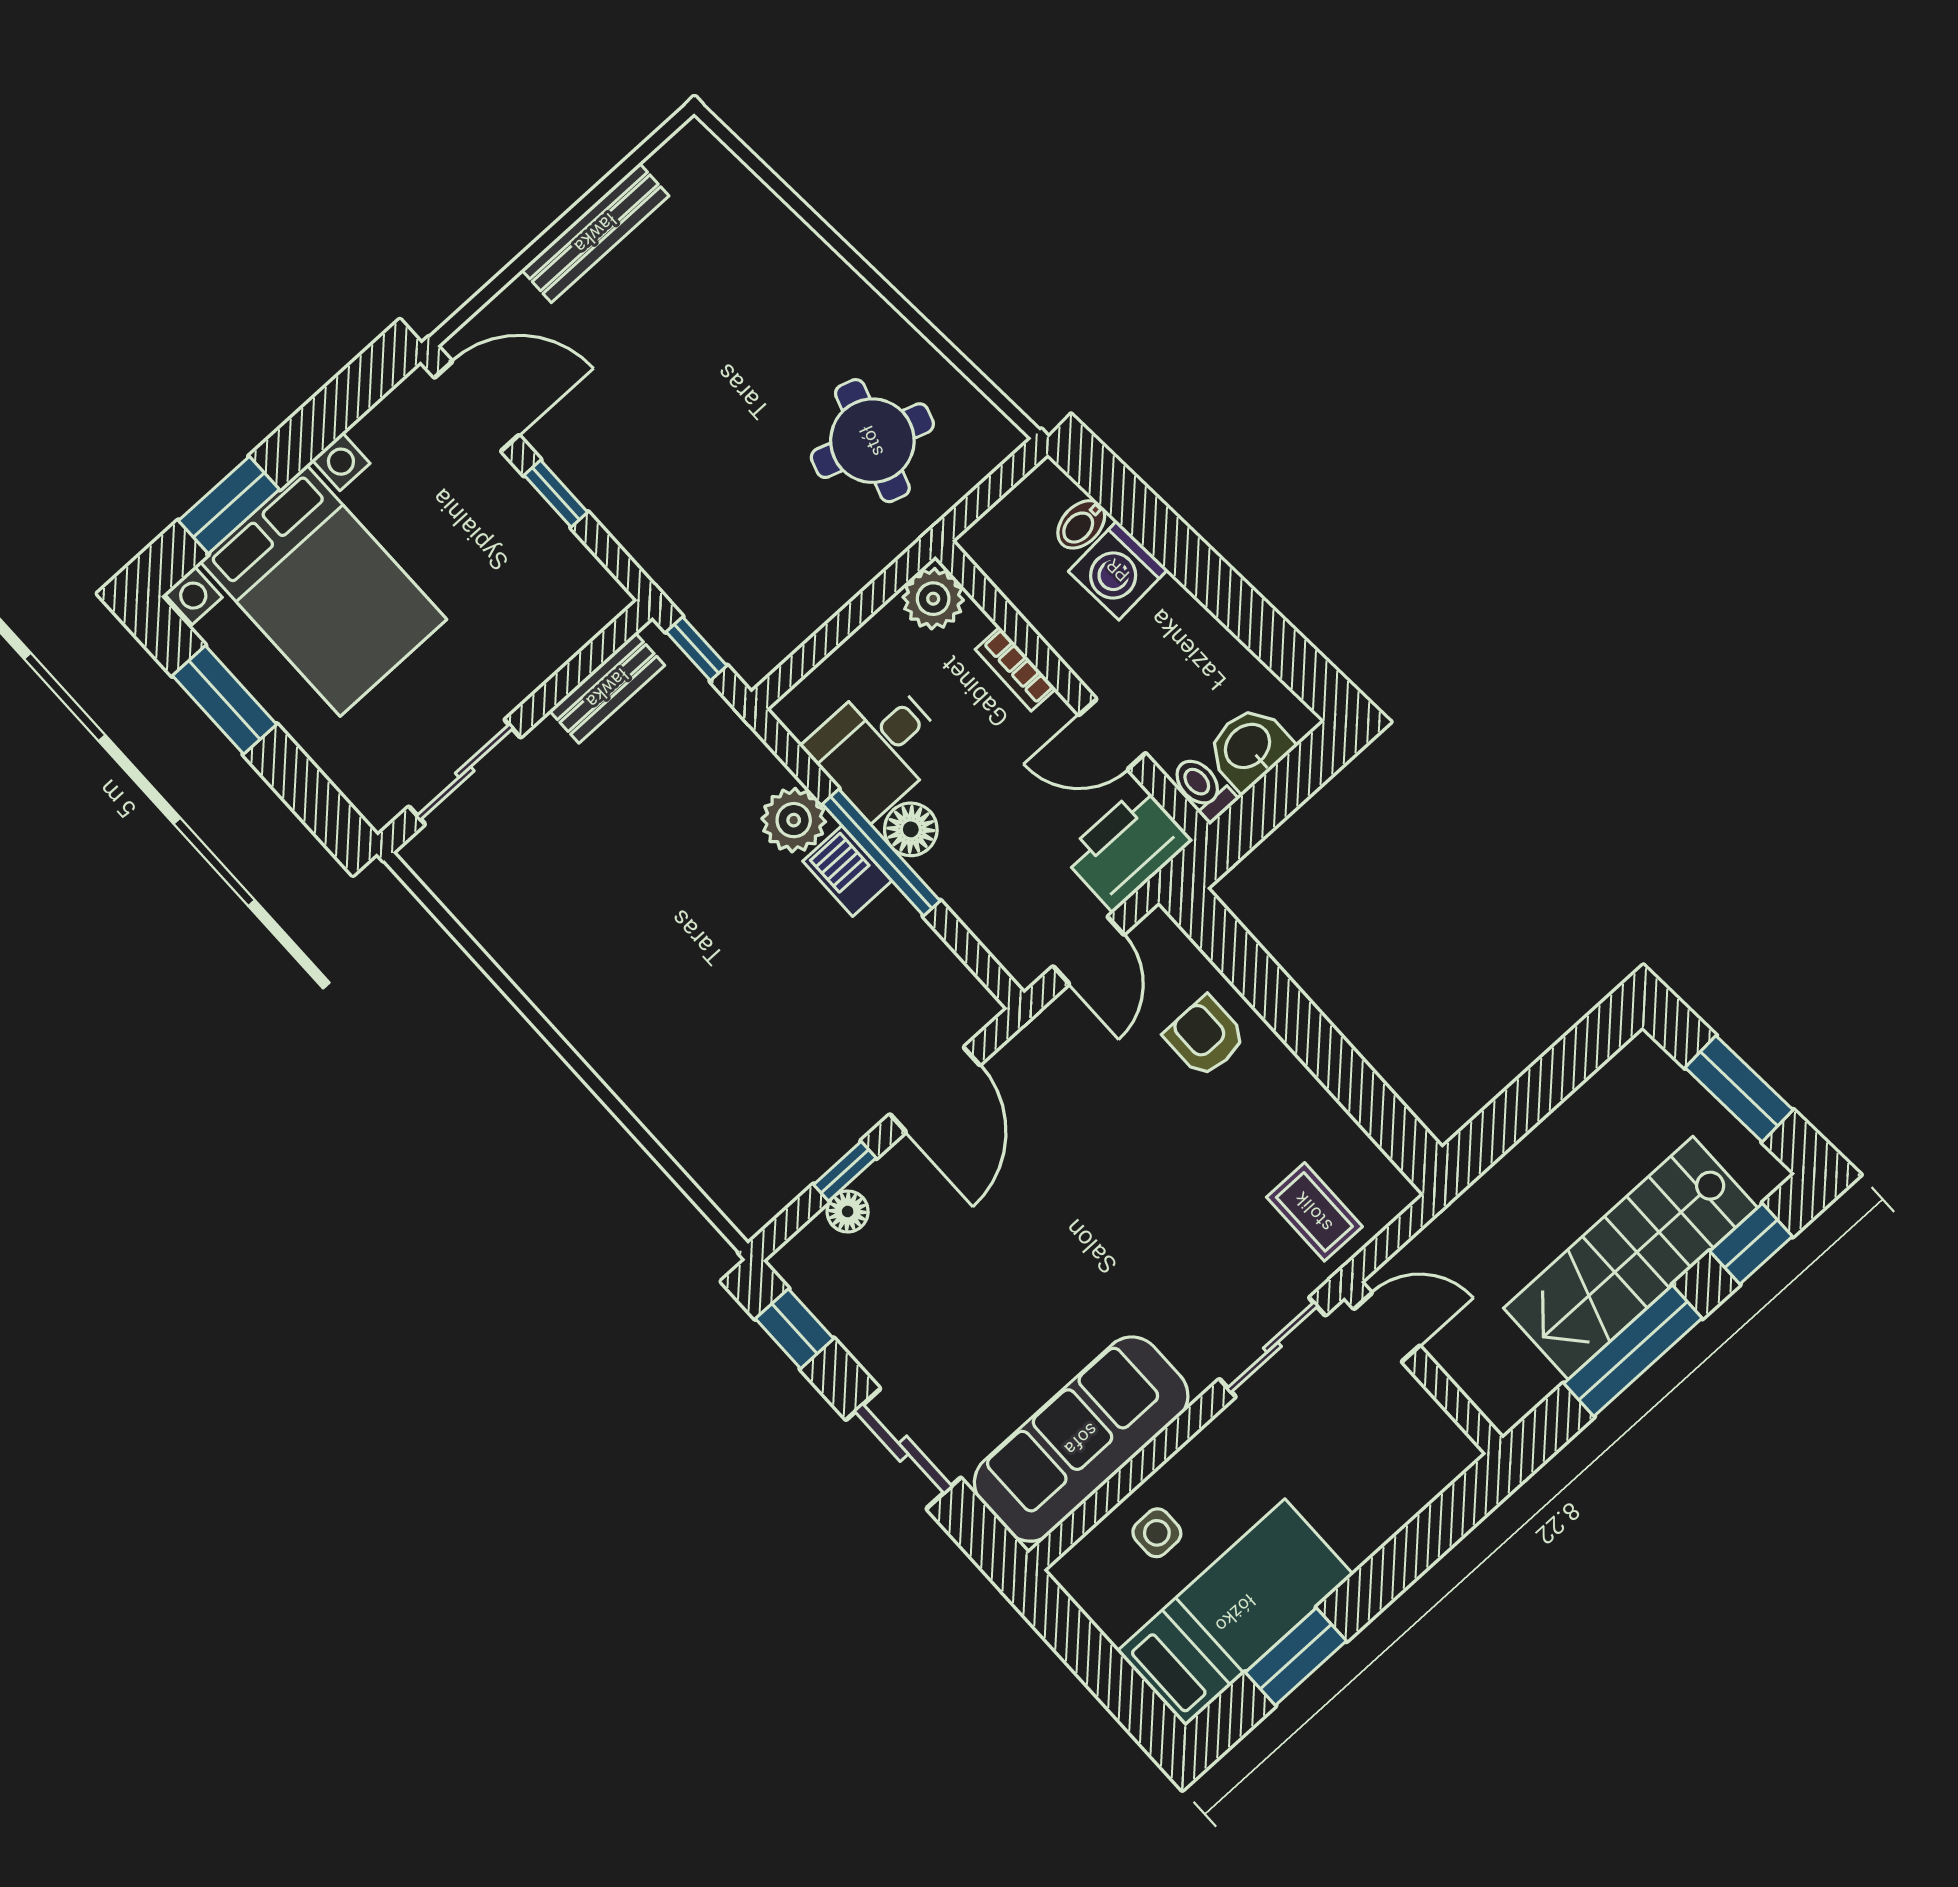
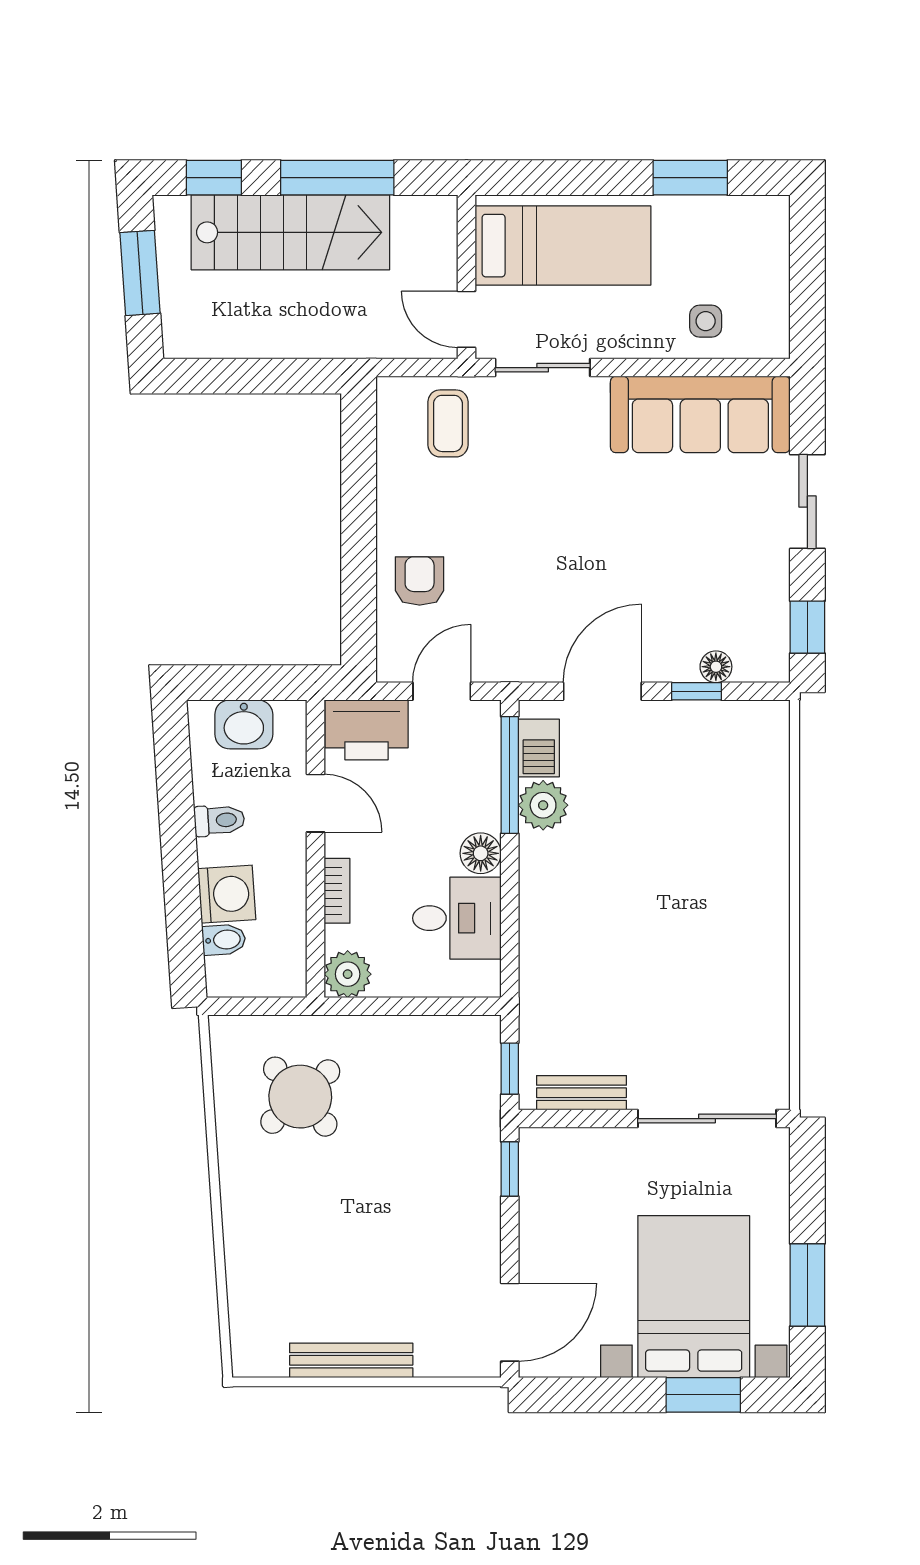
door: (477, 406) -> (510, 1322), swing flipped
round table: (872, 441) -> (300, 1097), turned 30
window: (556, 494) -> (510, 1169), moved
sliding door: (465, 772) -> (707, 1119), width x1.37
toilet: (1203, 788) -> (219, 820), moved, turned -94
plant: (794, 820) -> (543, 805), moved
window: (881, 852) -> (510, 775), moved
barbecue: (847, 871) -> (539, 748), moved
armchair: (1205, 1037) -> (420, 581), turned 180
bed: (1235, 1613) -> (563, 246), moved, turned 180

